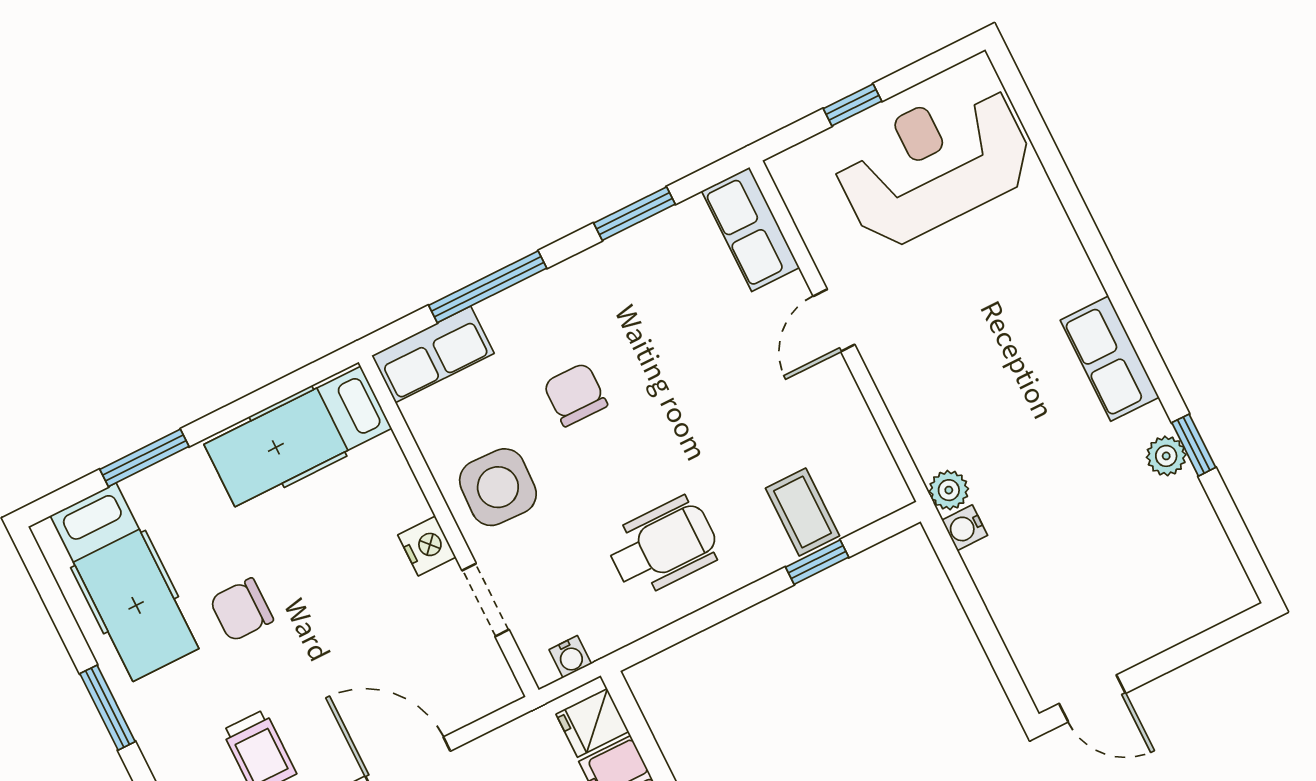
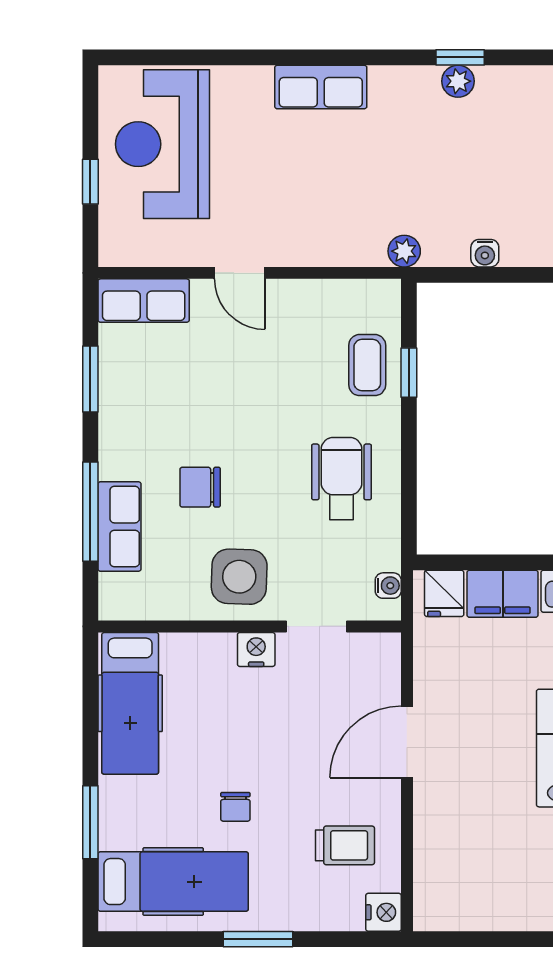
row of seats: (433, 354) -> (120, 527), moved
row of seats: (1110, 359) -> (321, 87), moved
coffee table: (802, 512) -> (367, 365), turned 90
water cooler: (965, 528) -> (485, 253), moved
chair: (241, 610) -> (235, 807), width x0.73, depth x0.73

